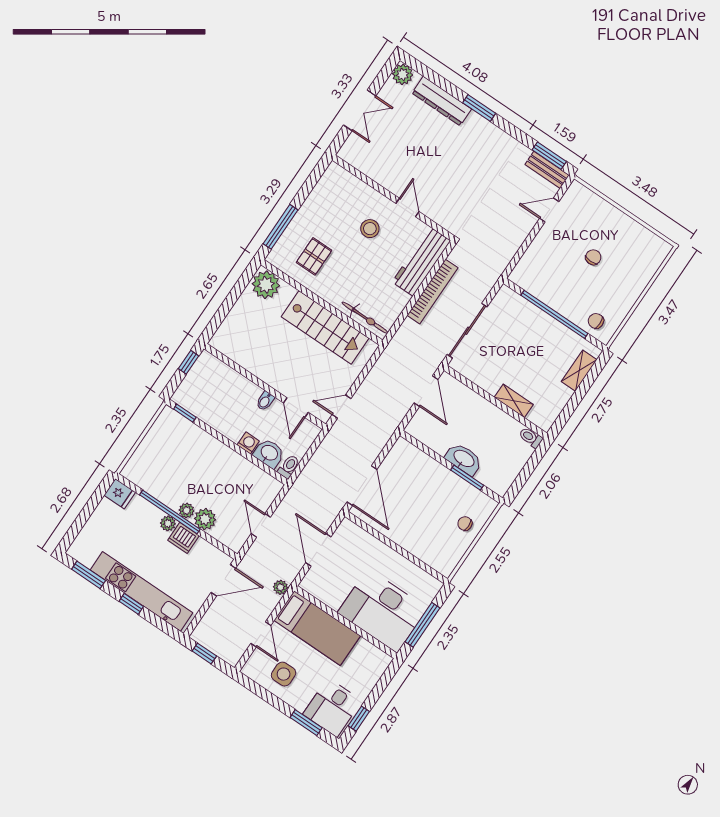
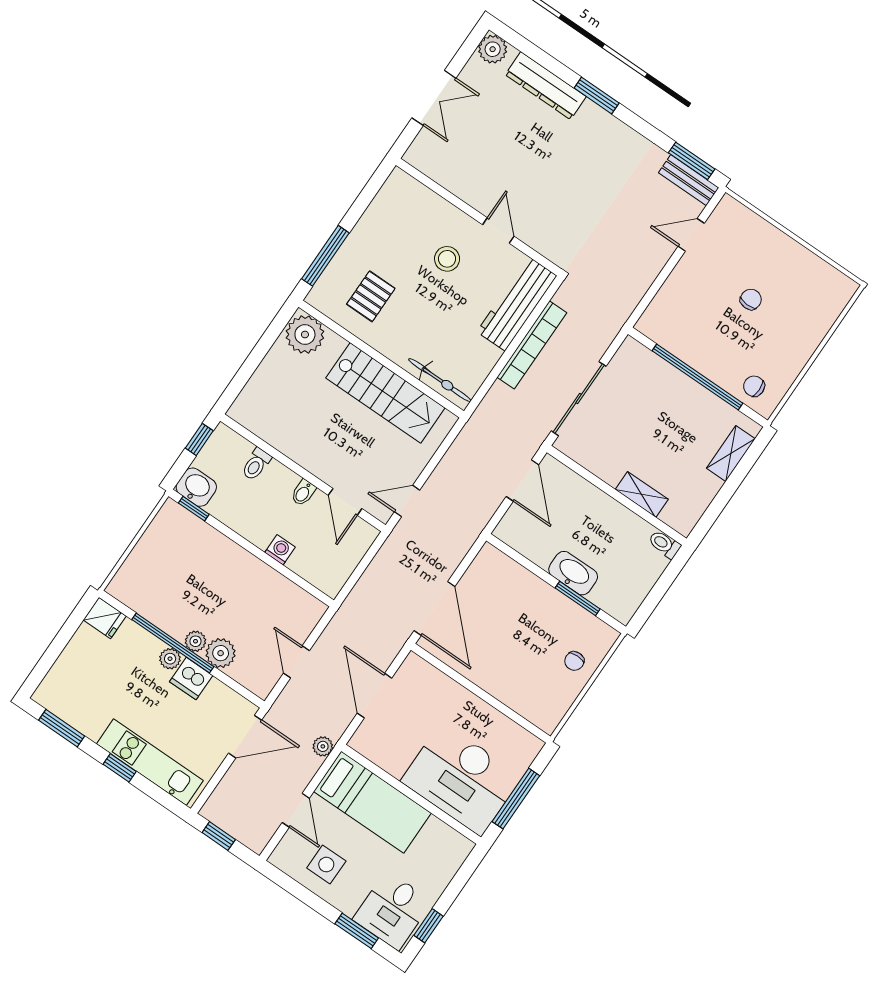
washbasin: (269, 453) -> (196, 487), moved
toilet: (289, 467) -> (256, 464), moved, turned 180
chair: (465, 524) -> (574, 661), turned -90
kitchen unit: (141, 591) -> (150, 762), width x0.73

